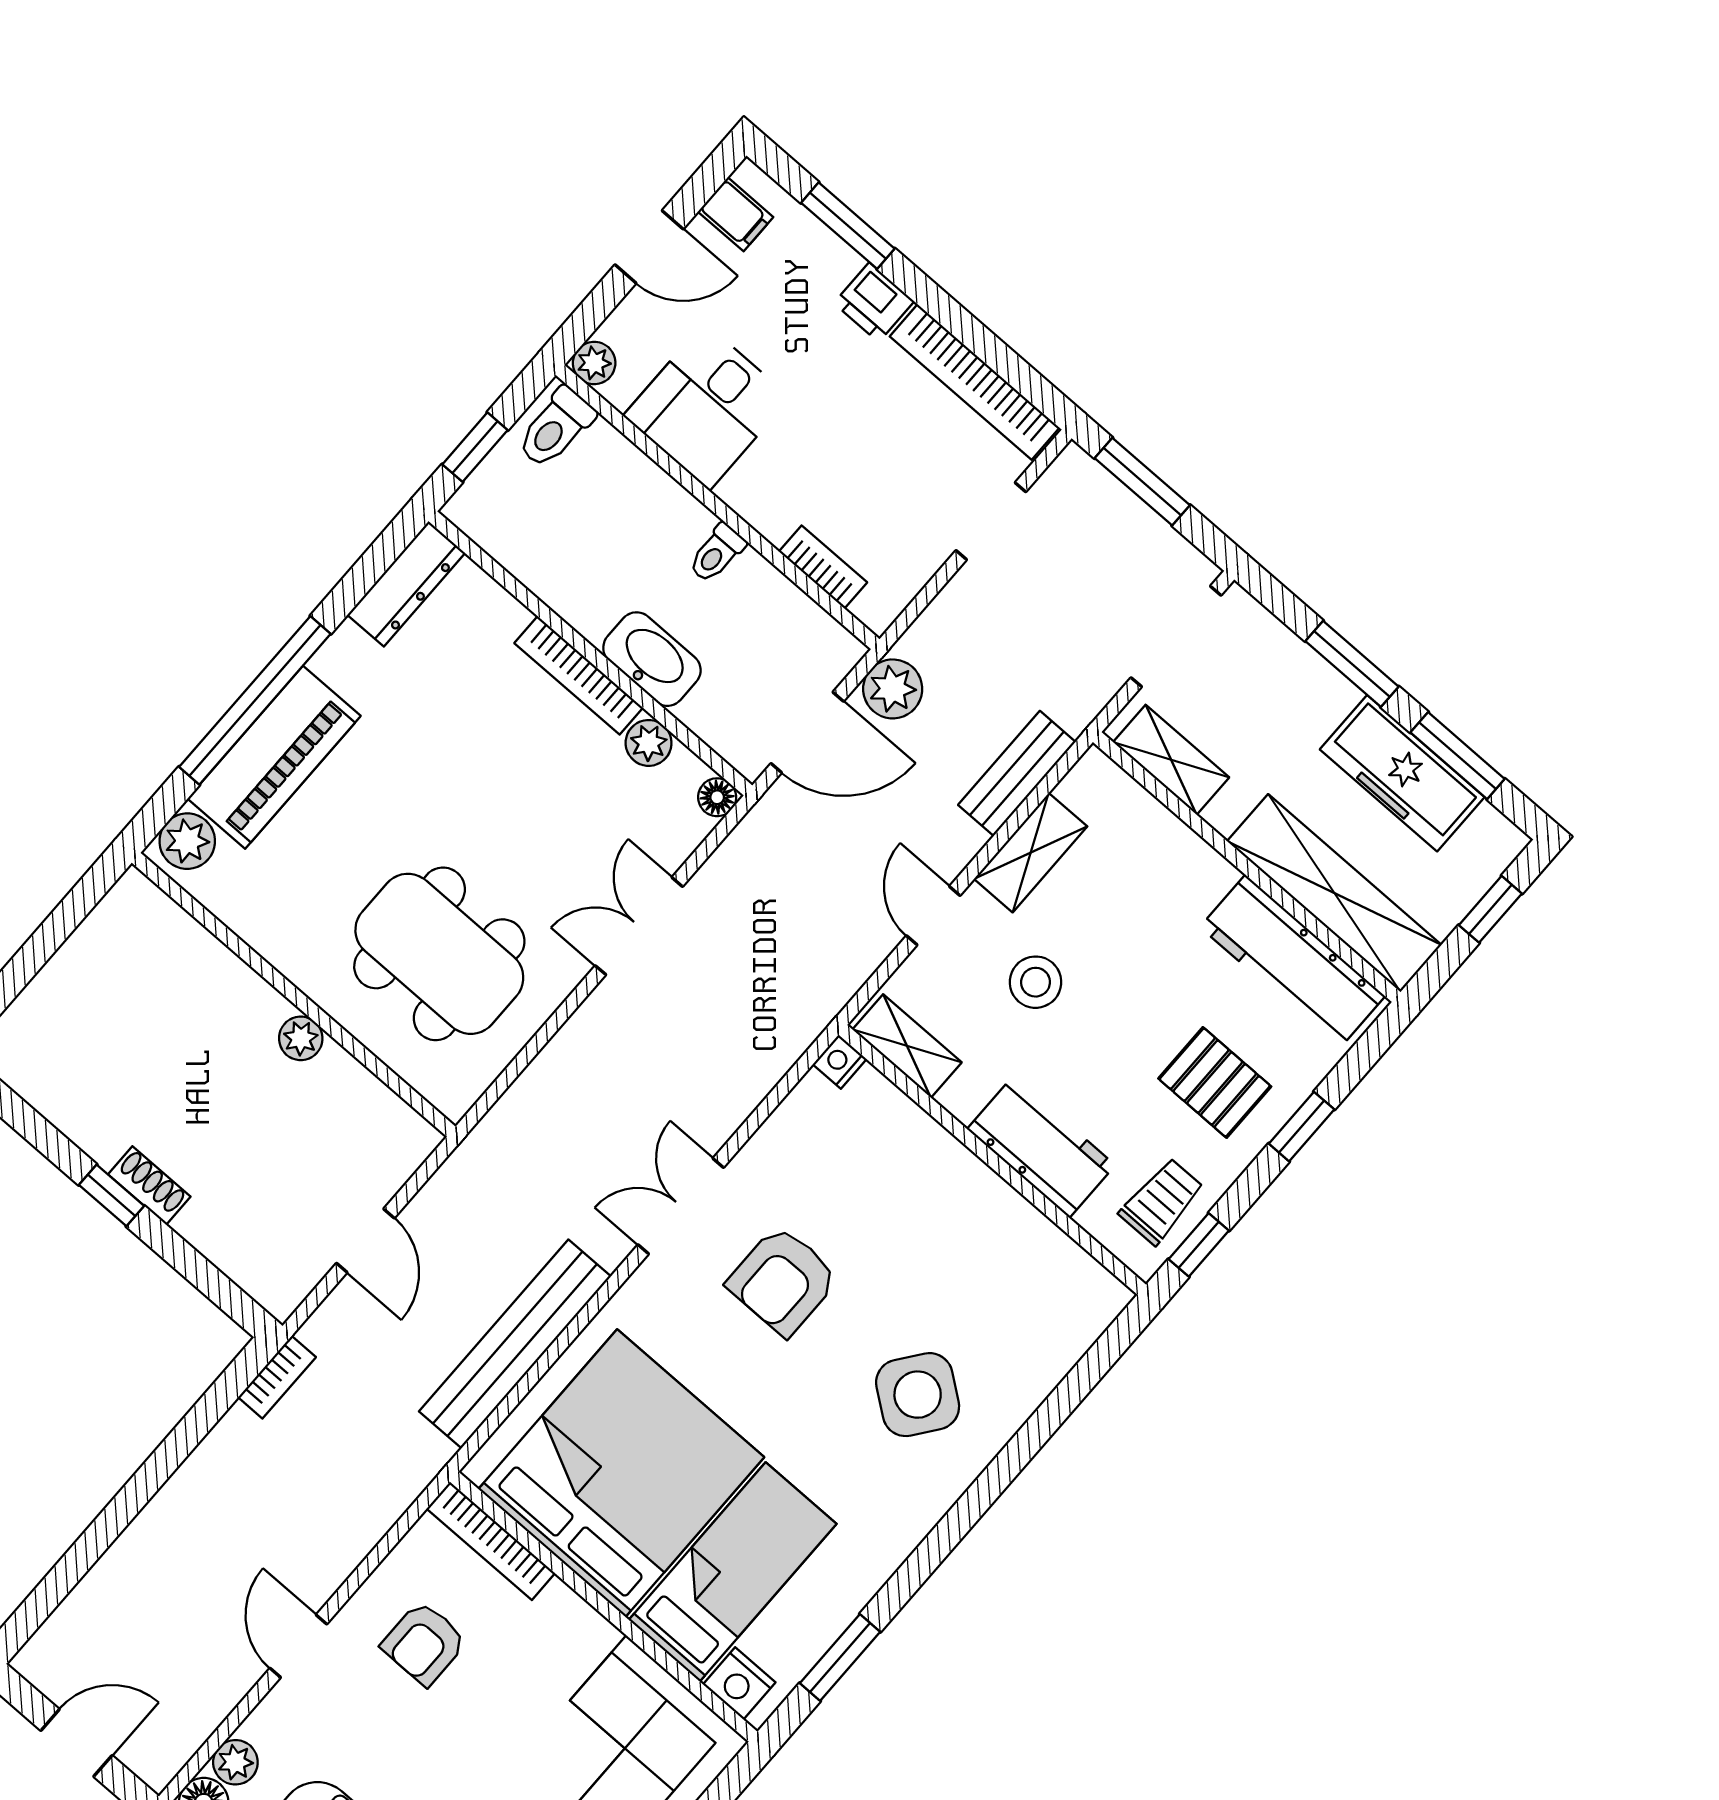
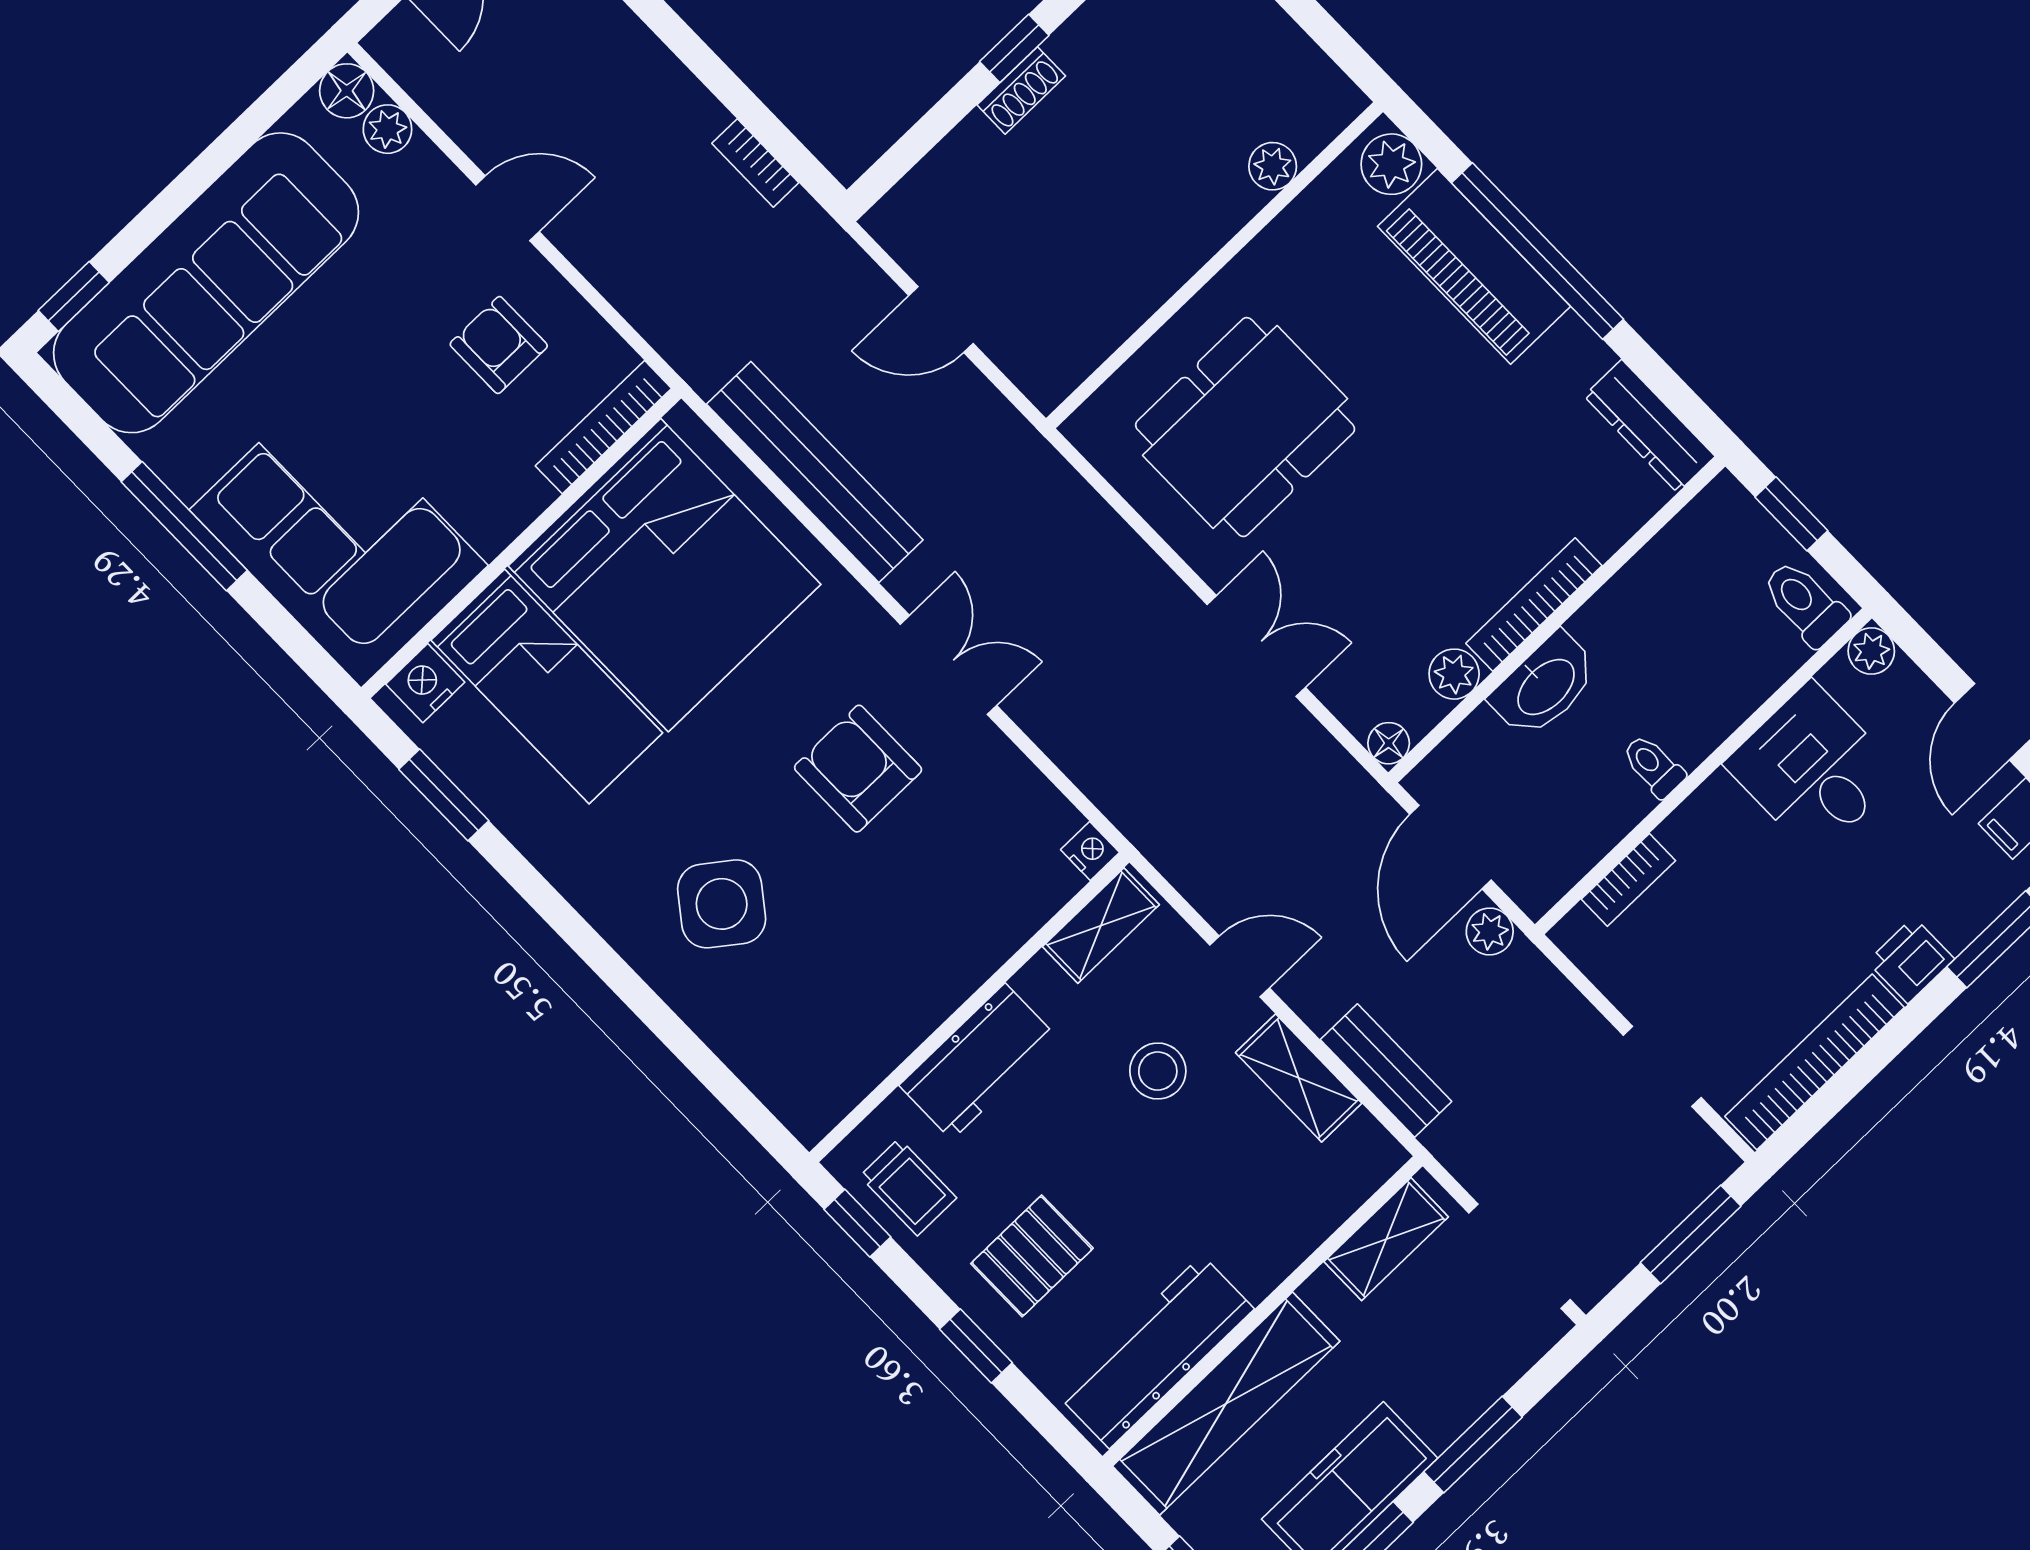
plant: (893, 689) -> (1490, 931), width x0.73, depth x0.73
plant: (301, 1038) -> (1273, 166), moved
bookcase: (277, 1377) -> (755, 163), moved

